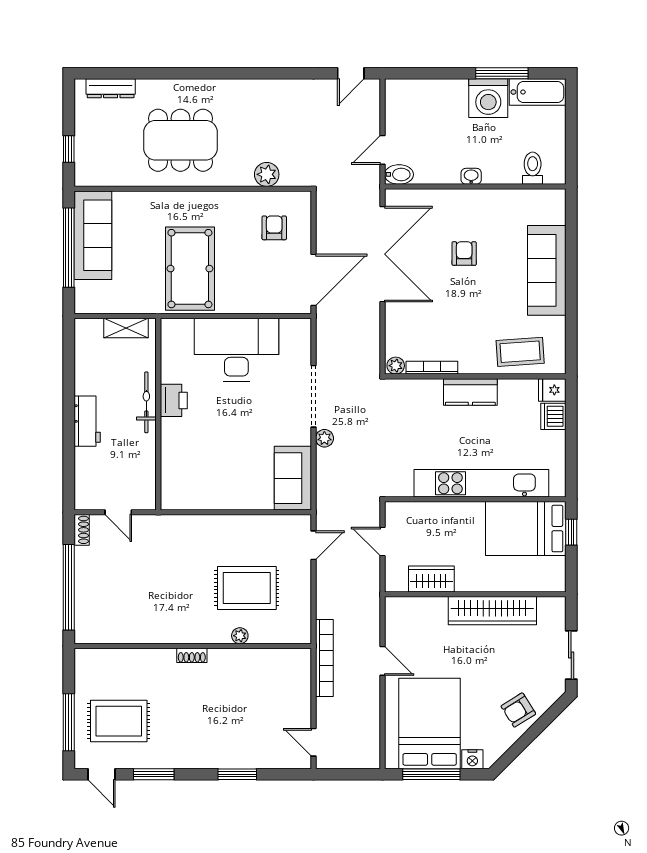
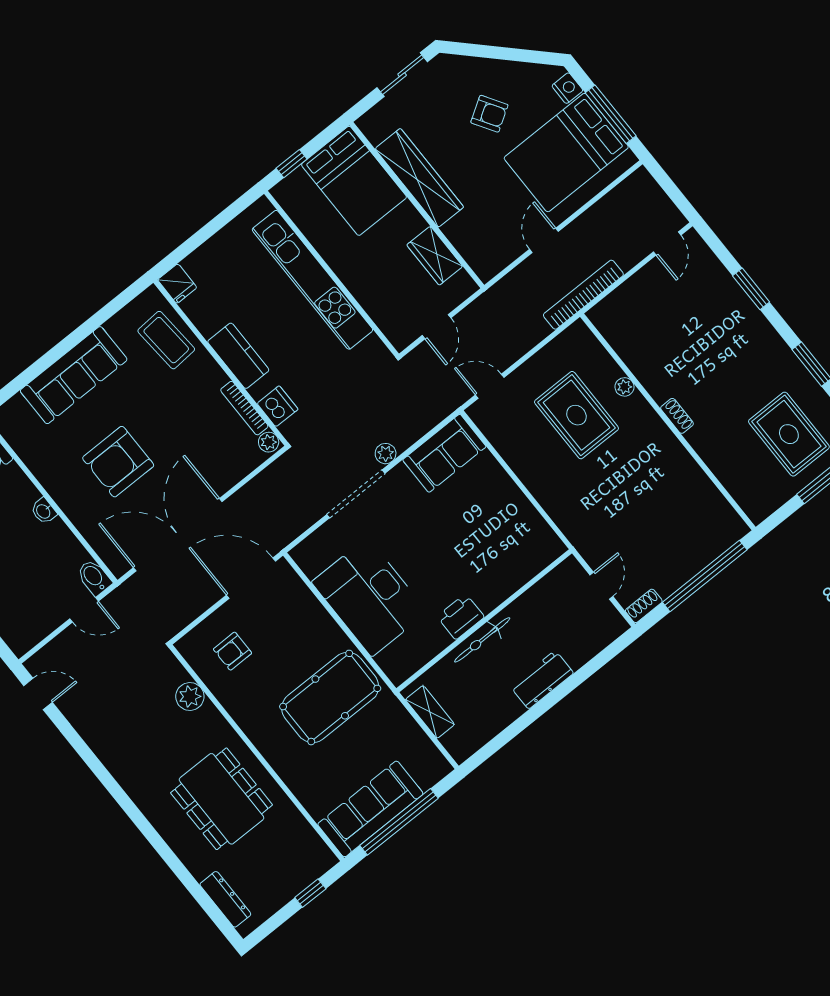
armchair: (464, 253) -> (118, 462), width x1.88, depth x1.88
dishwasher: (553, 416) -> (278, 406), moved, turned -90
bed: (526, 529) -> (354, 181), moved
armchair: (518, 710) -> (489, 114), moved

